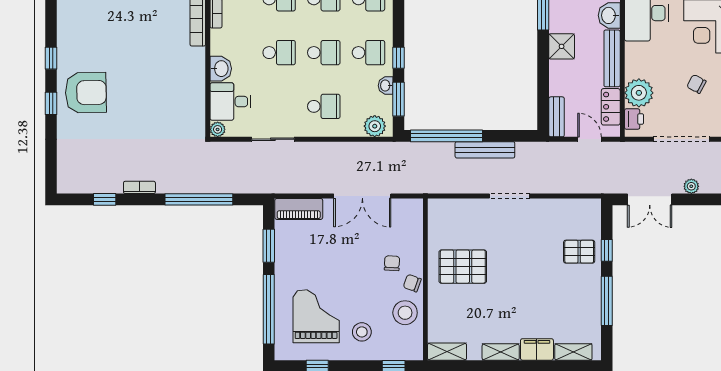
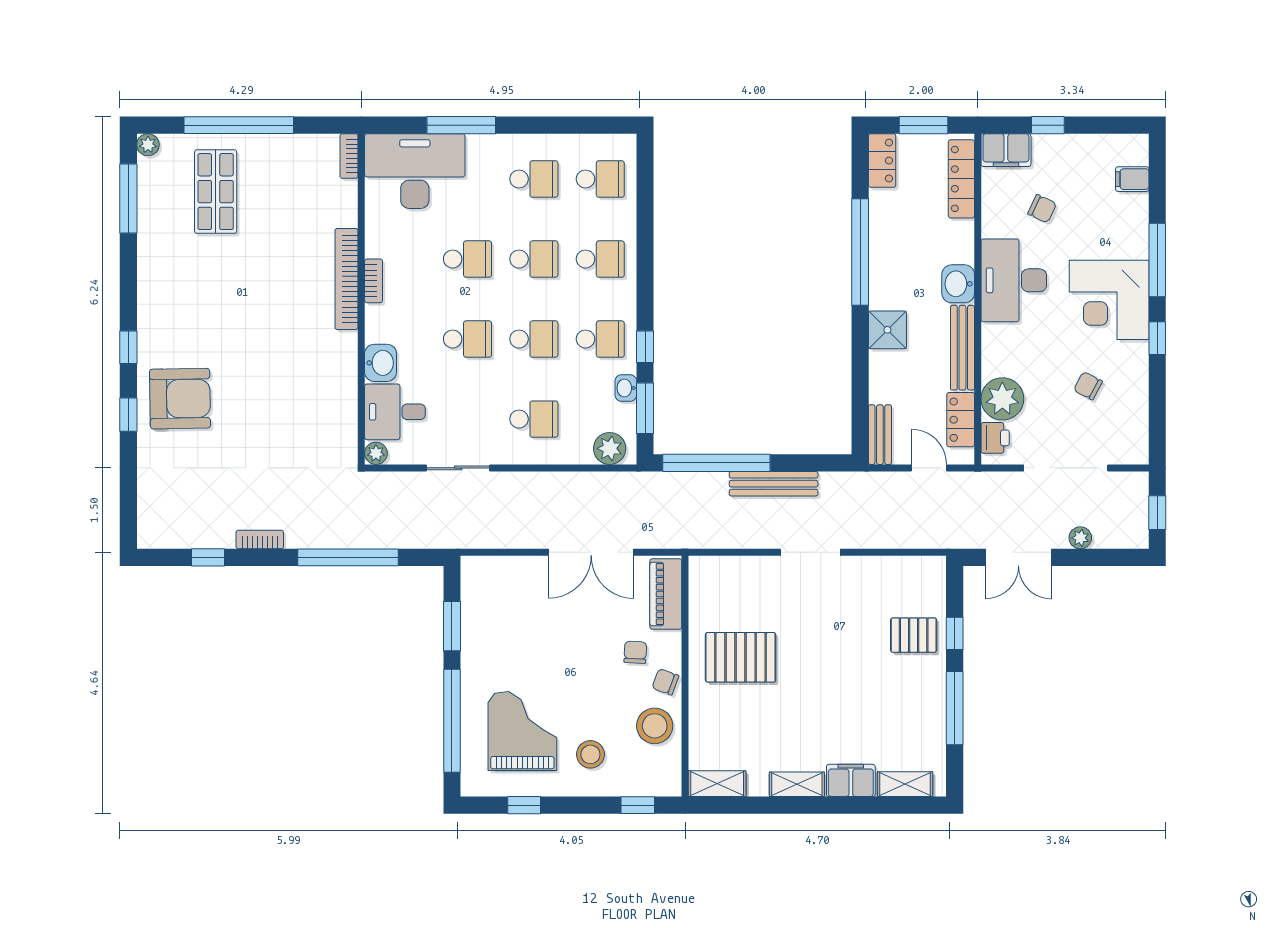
piano: (299, 209) -> (666, 594), moved, turned 90

